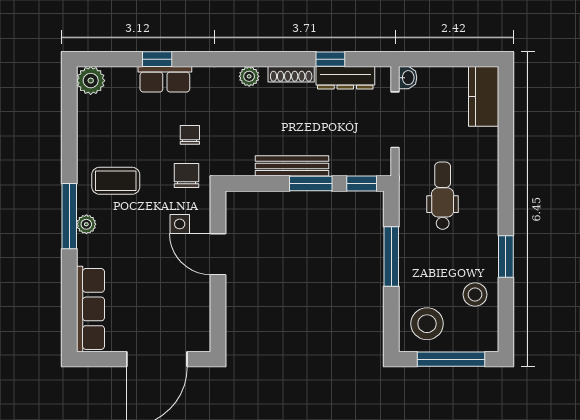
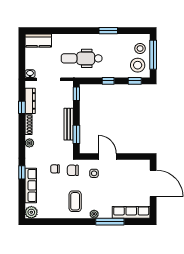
window: (157, 59) -> (22, 172), moved
row of seats: (165, 79) -> (31, 185), width x1.48
window: (311, 183) -> (76, 134), moved
dental chair: (443, 196) -> (82, 58), width x1.36, depth x1.38
window: (69, 216) -> (110, 222), moved
door: (218, 254) -> (107, 157), swing flipped
window: (391, 256) -> (108, 81), width x0.46
stool: (475, 294) -> (140, 48), moved
window: (391, 317) -> (135, 81), added

